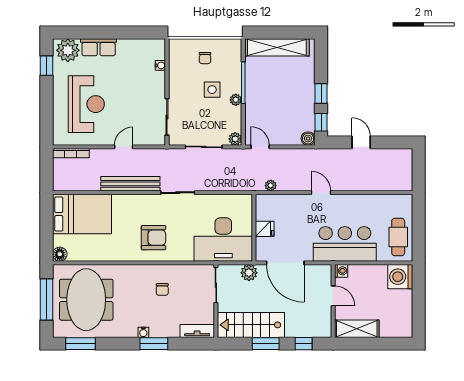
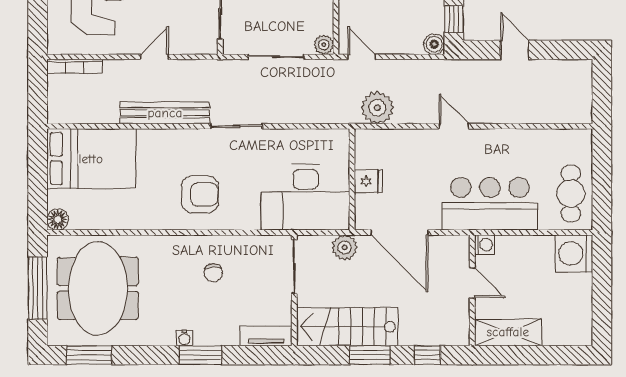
plant: (271, 185) -> (377, 108), width x1.88, depth x1.88

